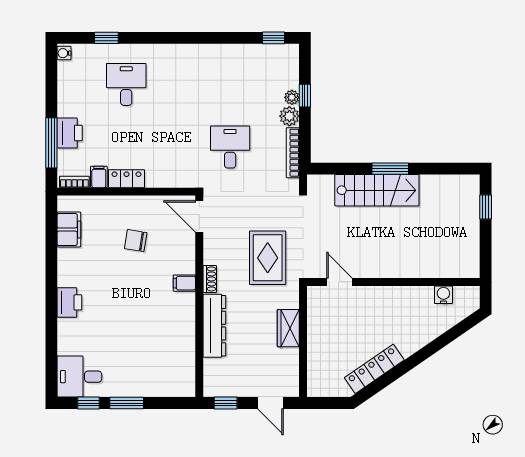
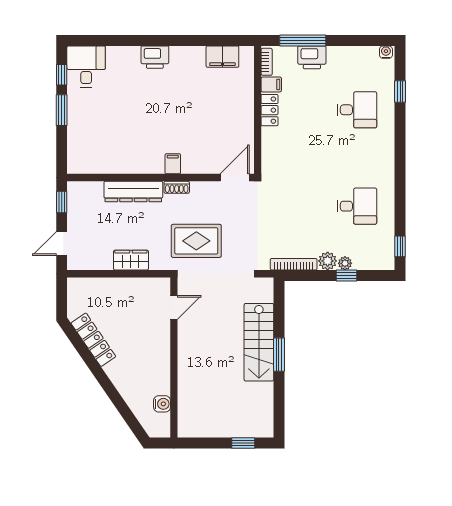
desk: (230, 147) -> (357, 206), moved
chair: (136, 241) -> (212, 119), removed

